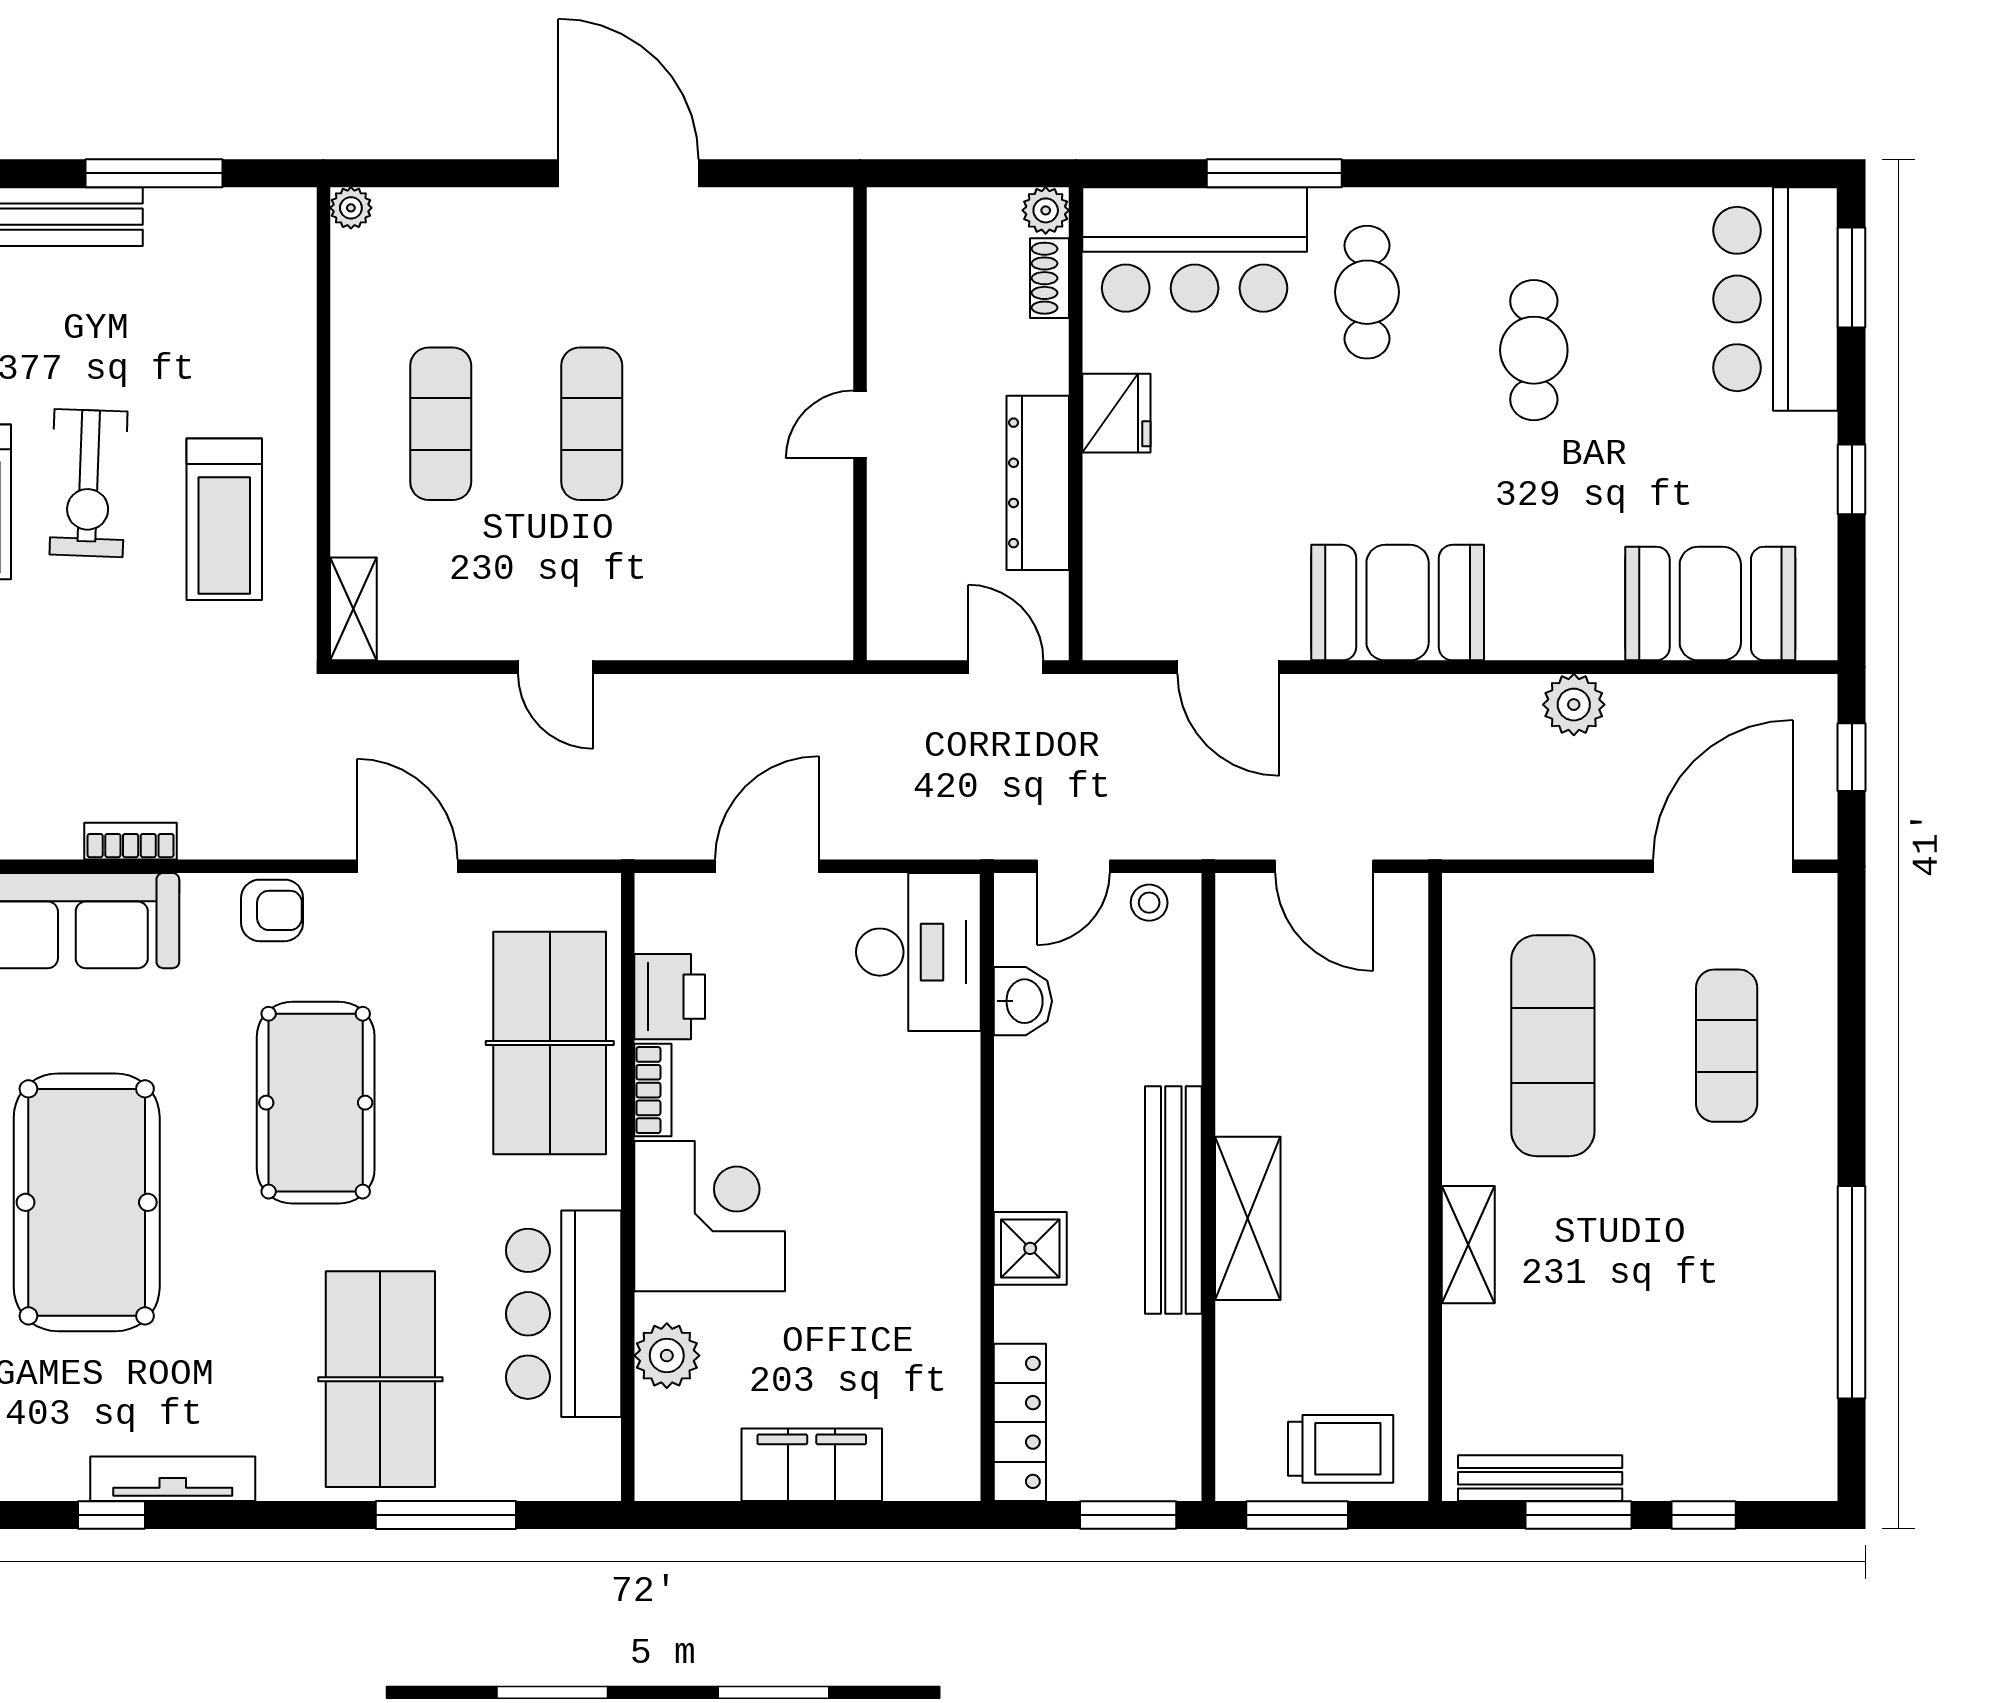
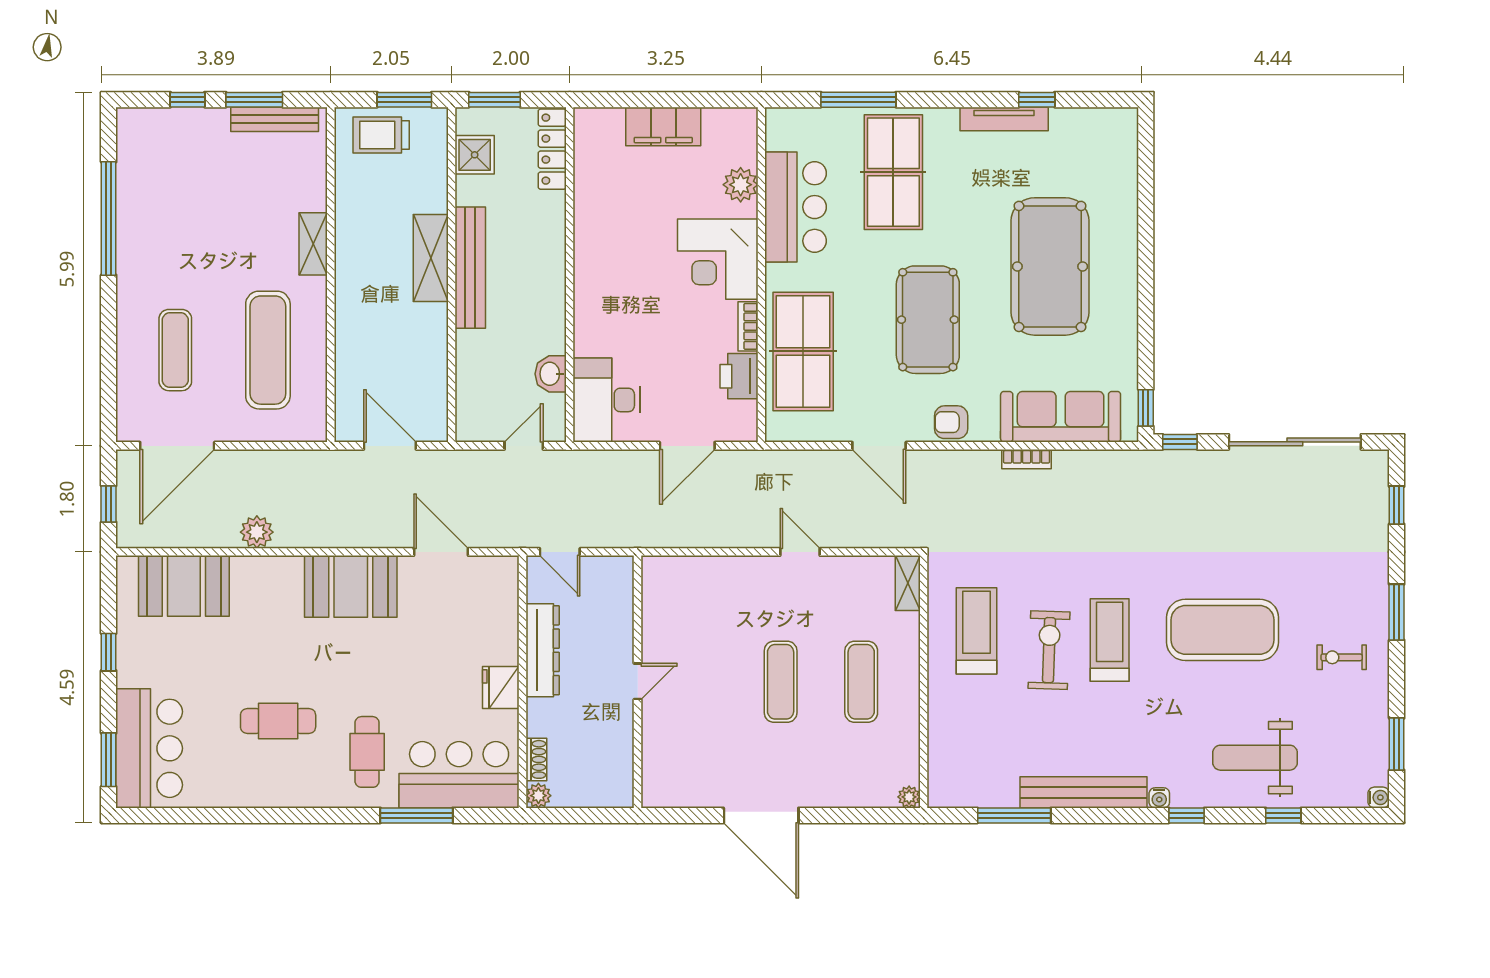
cafe table: (1534, 350) -> (278, 721), turned 90
stool: (1149, 903) -> (483, 426), removed
shower: (1030, 1248) -> (475, 155), moved

